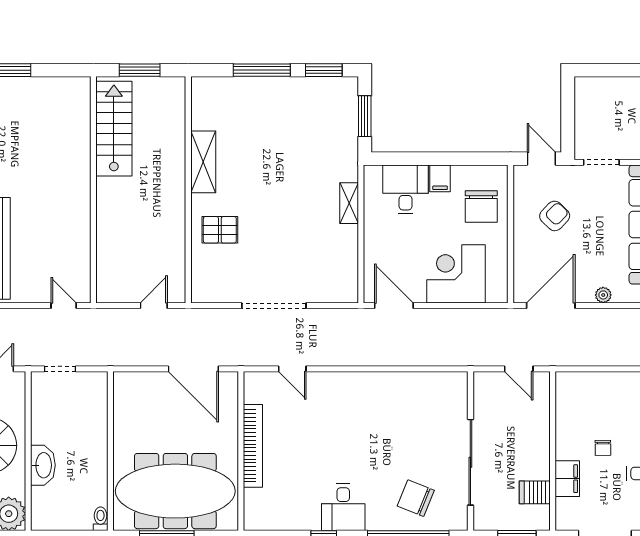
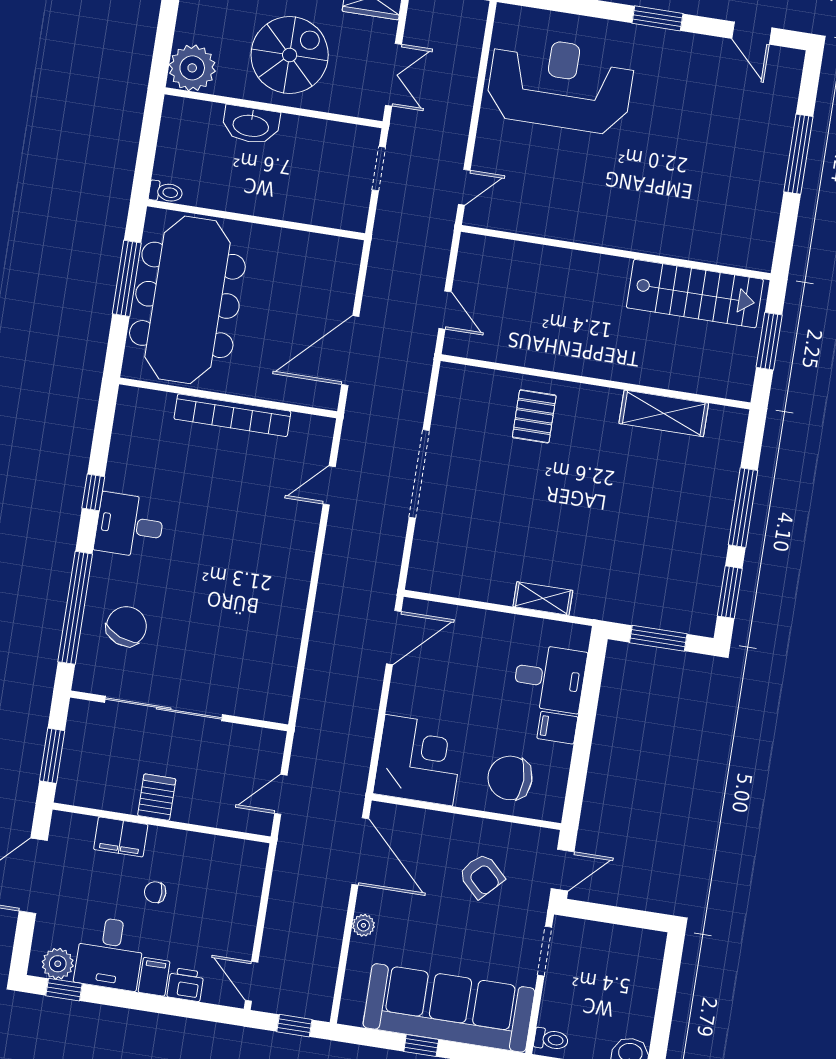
shelving: (203, 162) -> (664, 413), moved
corner desk: (456, 274) -> (419, 760), moved
server rack: (535, 492) -> (157, 797), moved

